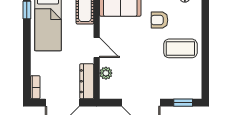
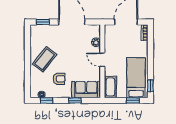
coffee table: (180, 48) -> (45, 59), turned -52
dresser: (87, 81) -> (109, 37), removed

